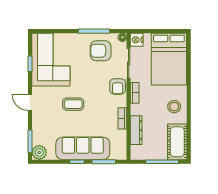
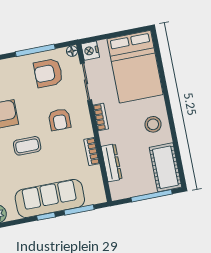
armchair: (118, 86) -> (60, 120), moved

